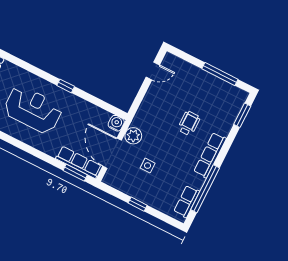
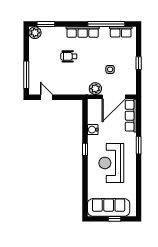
window: (220, 74) -> (26, 75), moved
plant: (238, 97) -> (35, 33), added
water cooler: (116, 123) -> (93, 130), moved
window: (75, 173) -> (139, 145), moved

